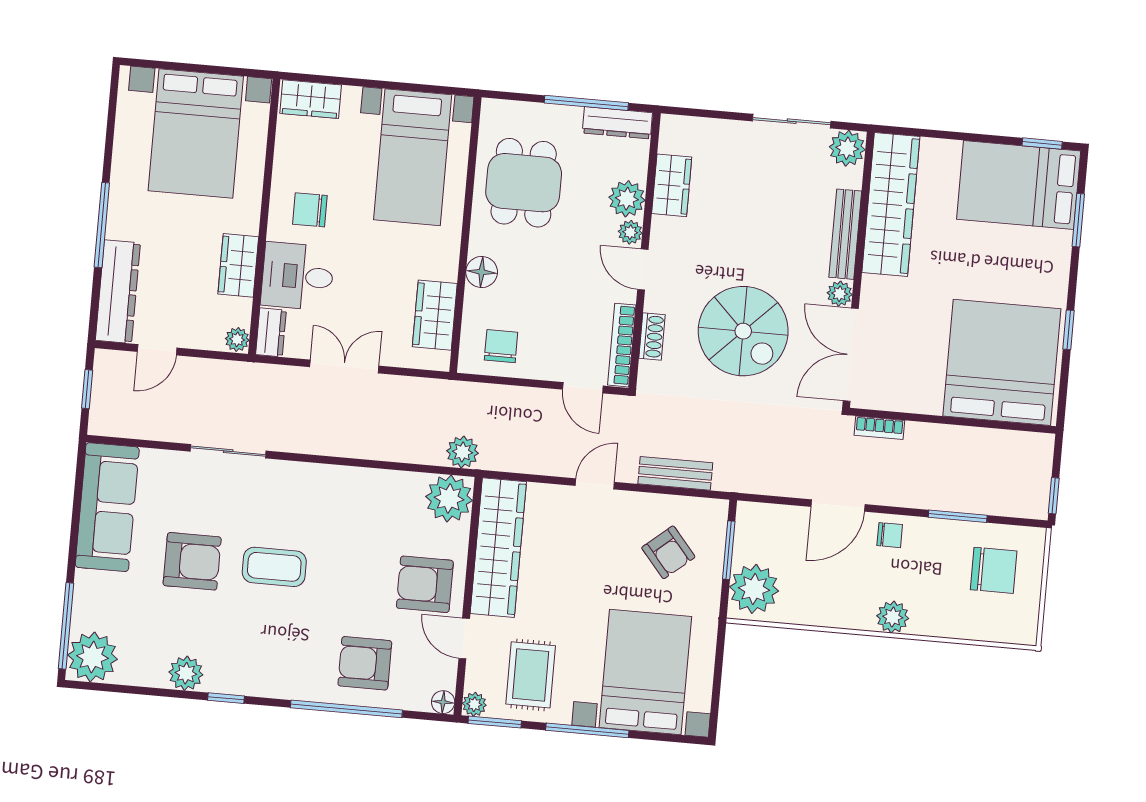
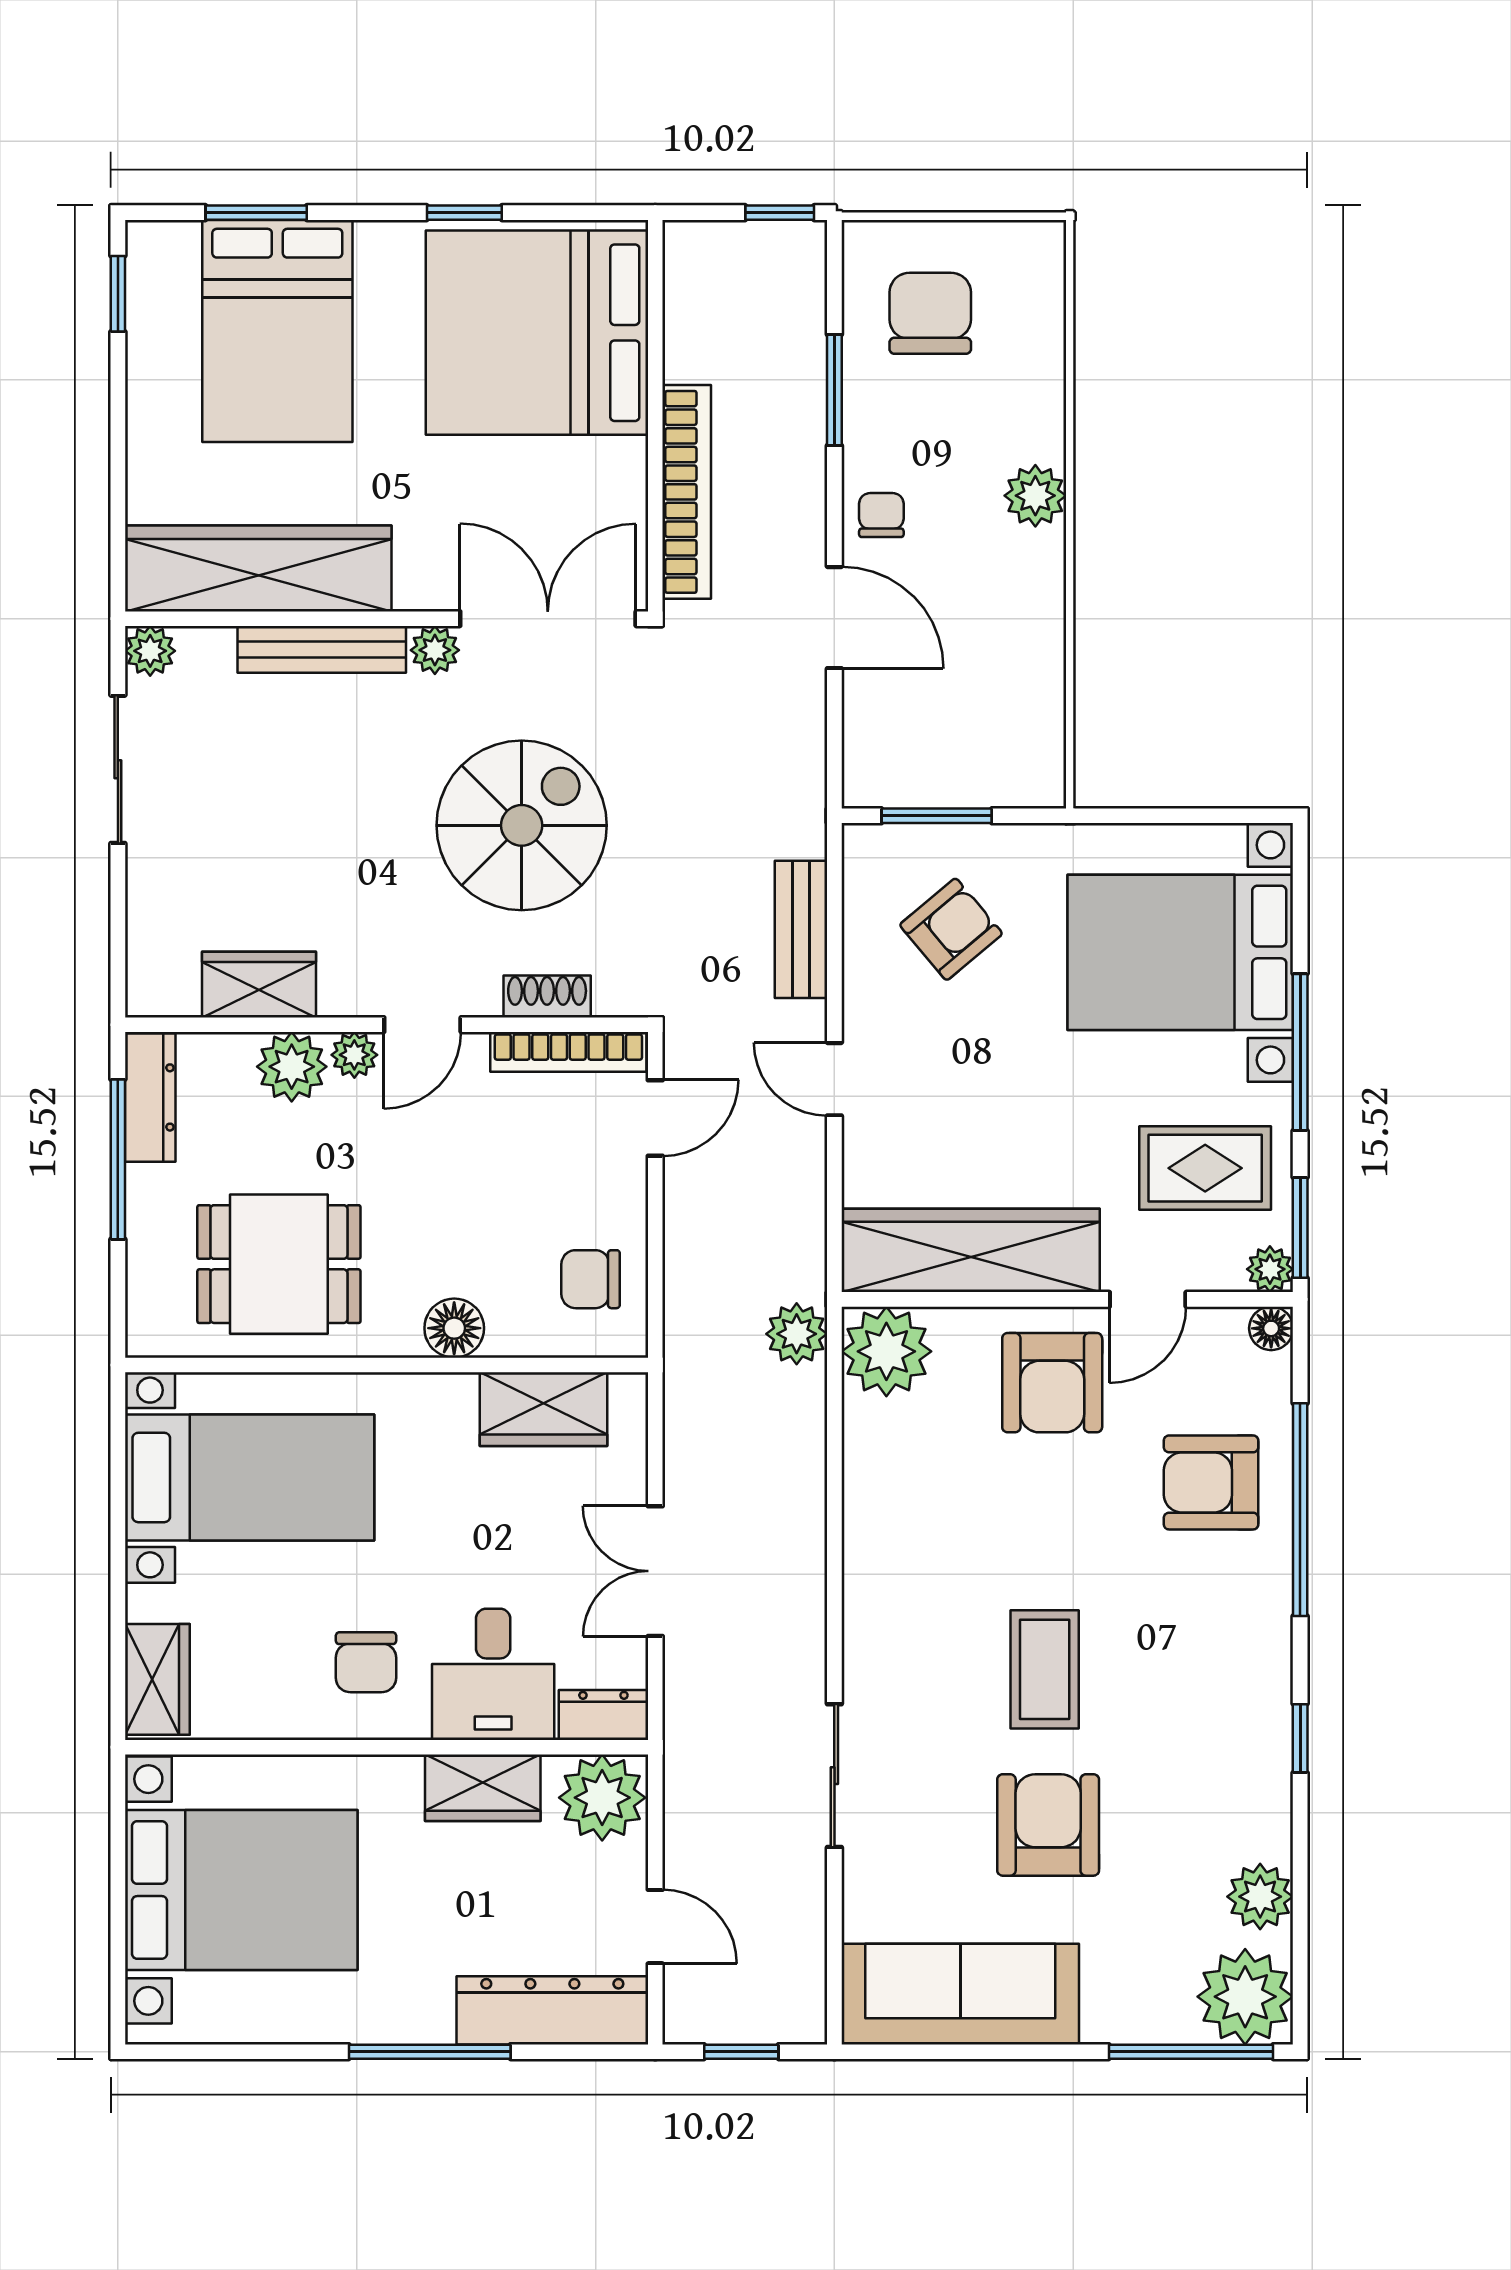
plant: (847, 148) -> (150, 651), width x0.73, depth x0.73
bed: (1019, 185) -> (277, 331), moved
plant: (237, 339) -> (602, 1798), width x1.88, depth x1.88
double door: (851, 355) -> (548, 619), swing flipped
bookcase: (879, 428) -> (687, 492), width x2.31, depth x1.31
plant: (754, 589) -> (1006, 762), removed
armchair: (365, 663) -> (1211, 1482), turned 90
plant: (186, 673) -> (1260, 1897), moved

